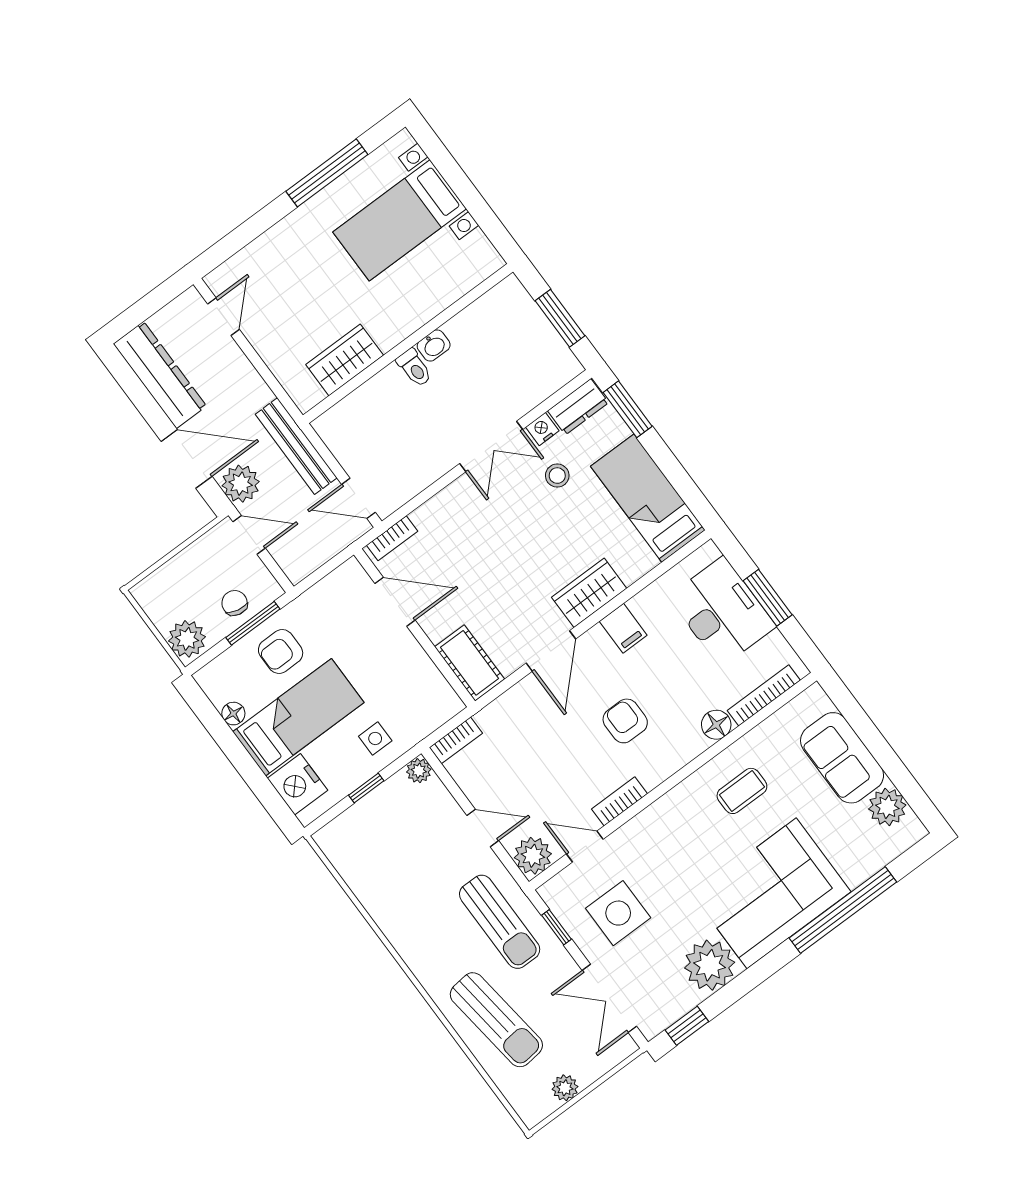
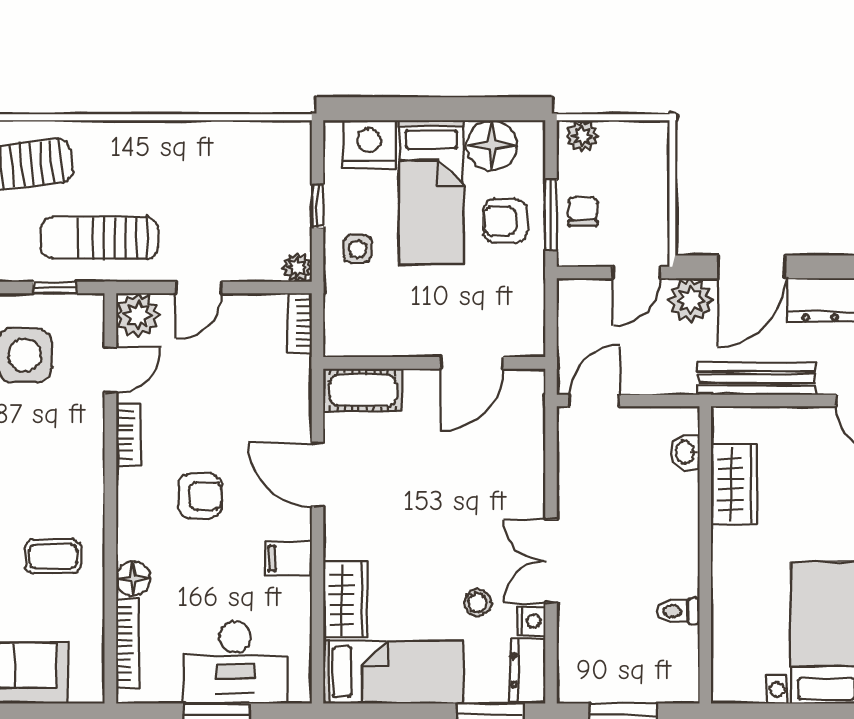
washbasin: (434, 345) -> (686, 452), moved
toilet: (414, 368) -> (678, 611), moved
bench: (296, 446) -> (756, 379), moved
bookcase: (392, 538) -> (534, 404), removed
wardrobe: (589, 593) -> (345, 599), moved
chair: (235, 603) -> (583, 211), turned -102
plant: (187, 639) -> (582, 136), width x0.73, depth x0.73
armchair: (281, 651) -> (505, 221), turned -90
floor lamp: (233, 714) -> (492, 145), width x1.89, depth x1.89
coffee table: (742, 791) -> (53, 556), turned 90

